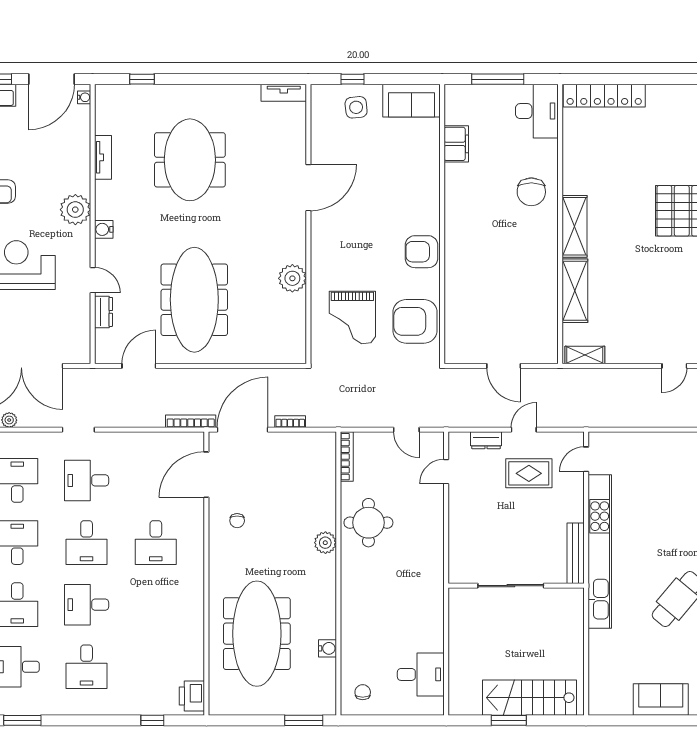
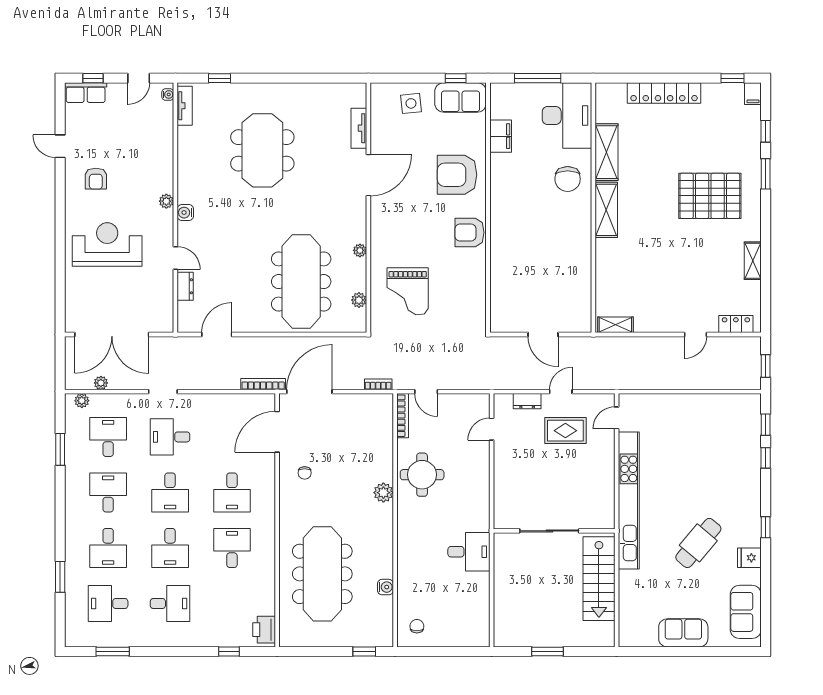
door: (51, 79) -> (139, 78), width x0.53
window: (352, 79) -> (456, 78), moved
tv unit: (284, 93) -> (359, 128), moved, turned 90
locker: (604, 96) -> (664, 93), moved
desk: (537, 111) -> (567, 116), width x1.36, depth x1.30
tv unit: (103, 157) -> (185, 106), moved
plant: (75, 210) -> (166, 201), width x0.53, depth x0.53
plant: (292, 278) -> (360, 250), width x0.53, depth x0.53
shelving: (575, 291) -> (607, 152), moved
meeting table: (194, 300) -> (301, 282), moved
armchair: (415, 321) -> (457, 175), moved
plant: (298, 327) -> (359, 300), added
bookcase: (290, 422) -> (378, 384), moved
door: (406, 430) -> (426, 392), moved
bench: (576, 553) -> (607, 502), removed
desk: (87, 605) -> (170, 548), turned -90
desk: (156, 605) -> (232, 548), added
desk: (87, 667) -> (170, 603), turned -90
desk: (421, 674) -> (469, 552), moved
stairs: (530, 698) -> (599, 579), moved, turned -90
window: (304, 720) -> (364, 651), width x0.67

